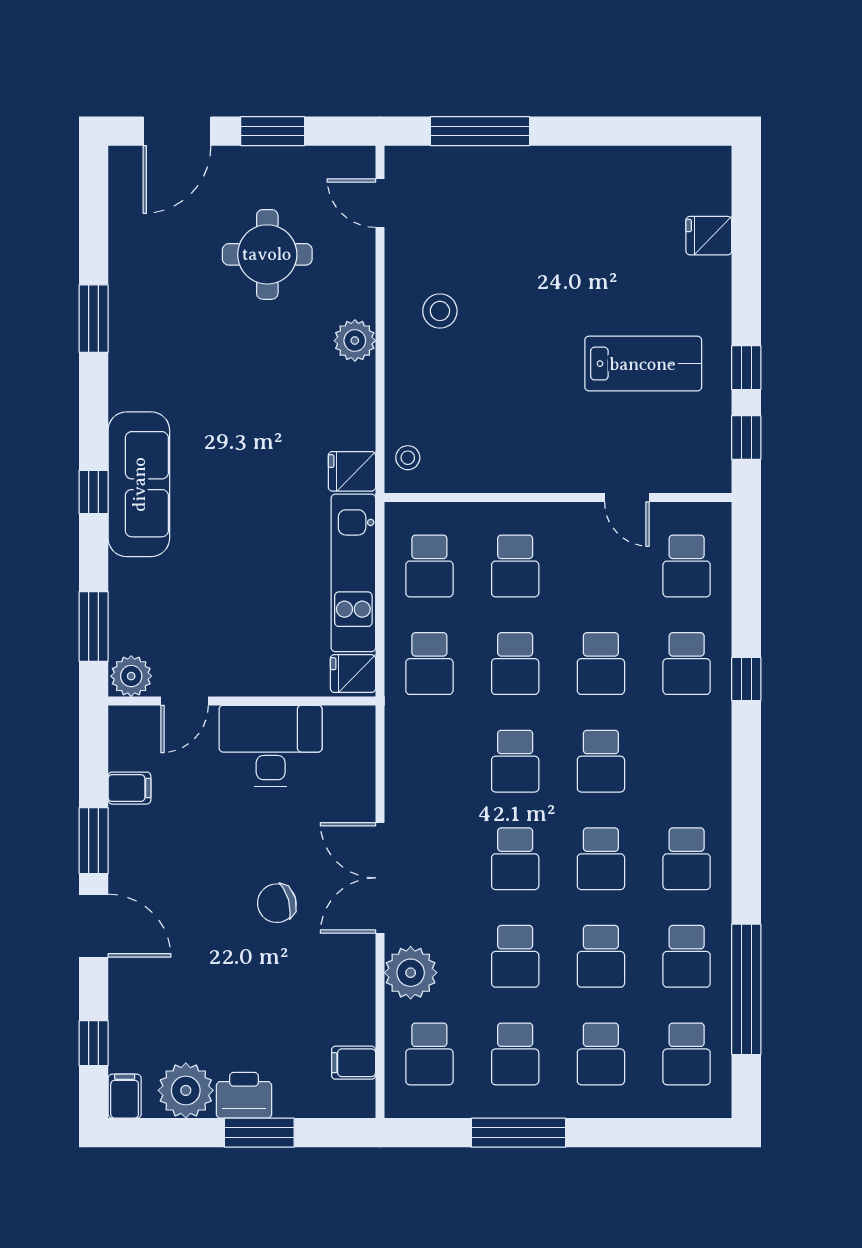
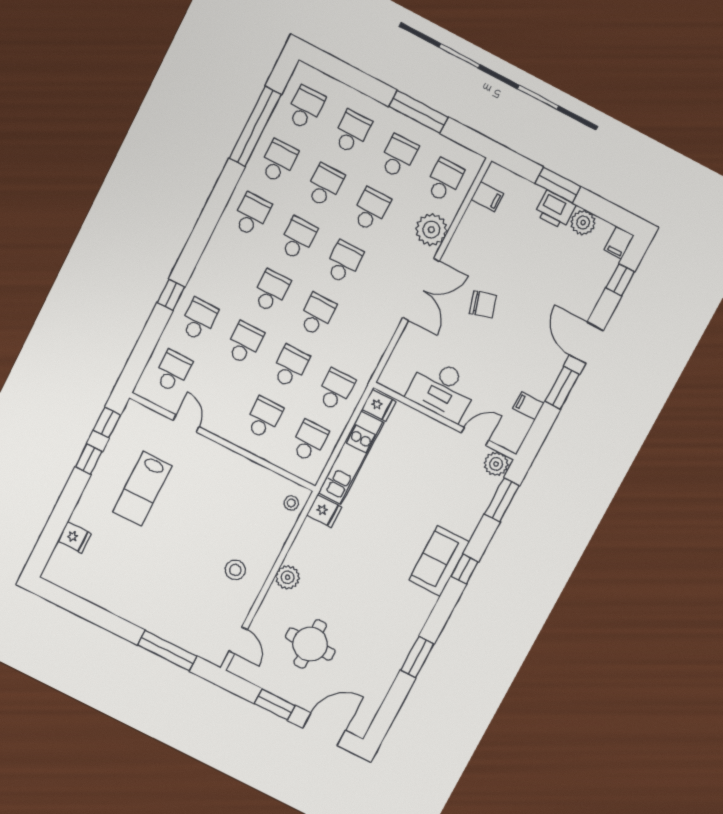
lab bench: (643, 364) -> (142, 489), turned -90
sofa: (139, 484) -> (439, 561), width x0.73
plant: (186, 1090) -> (583, 223), width x0.73, depth x0.73

